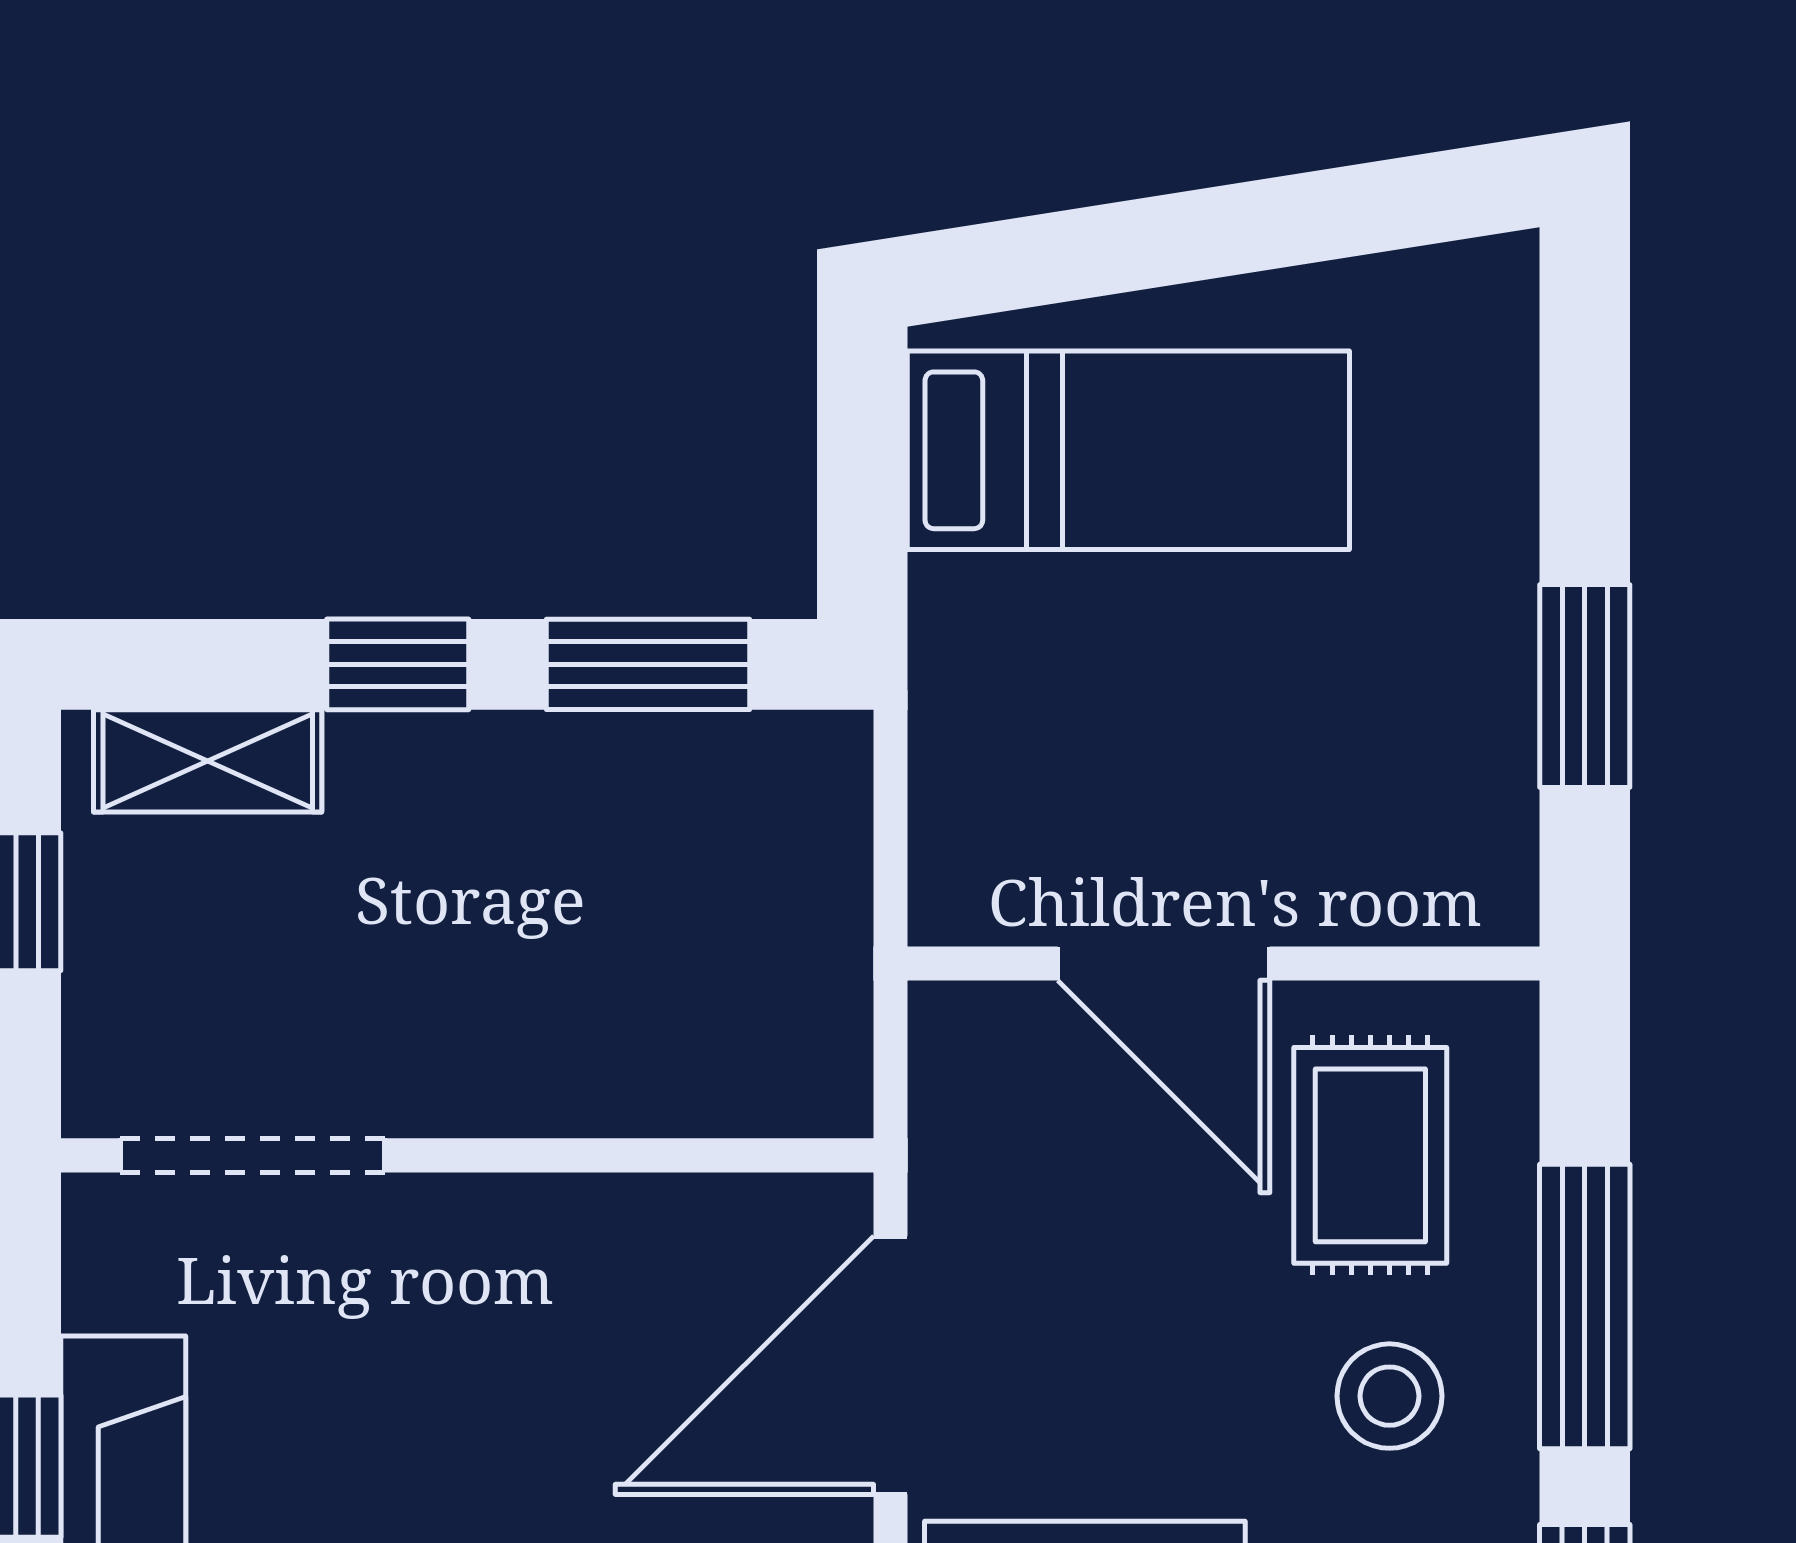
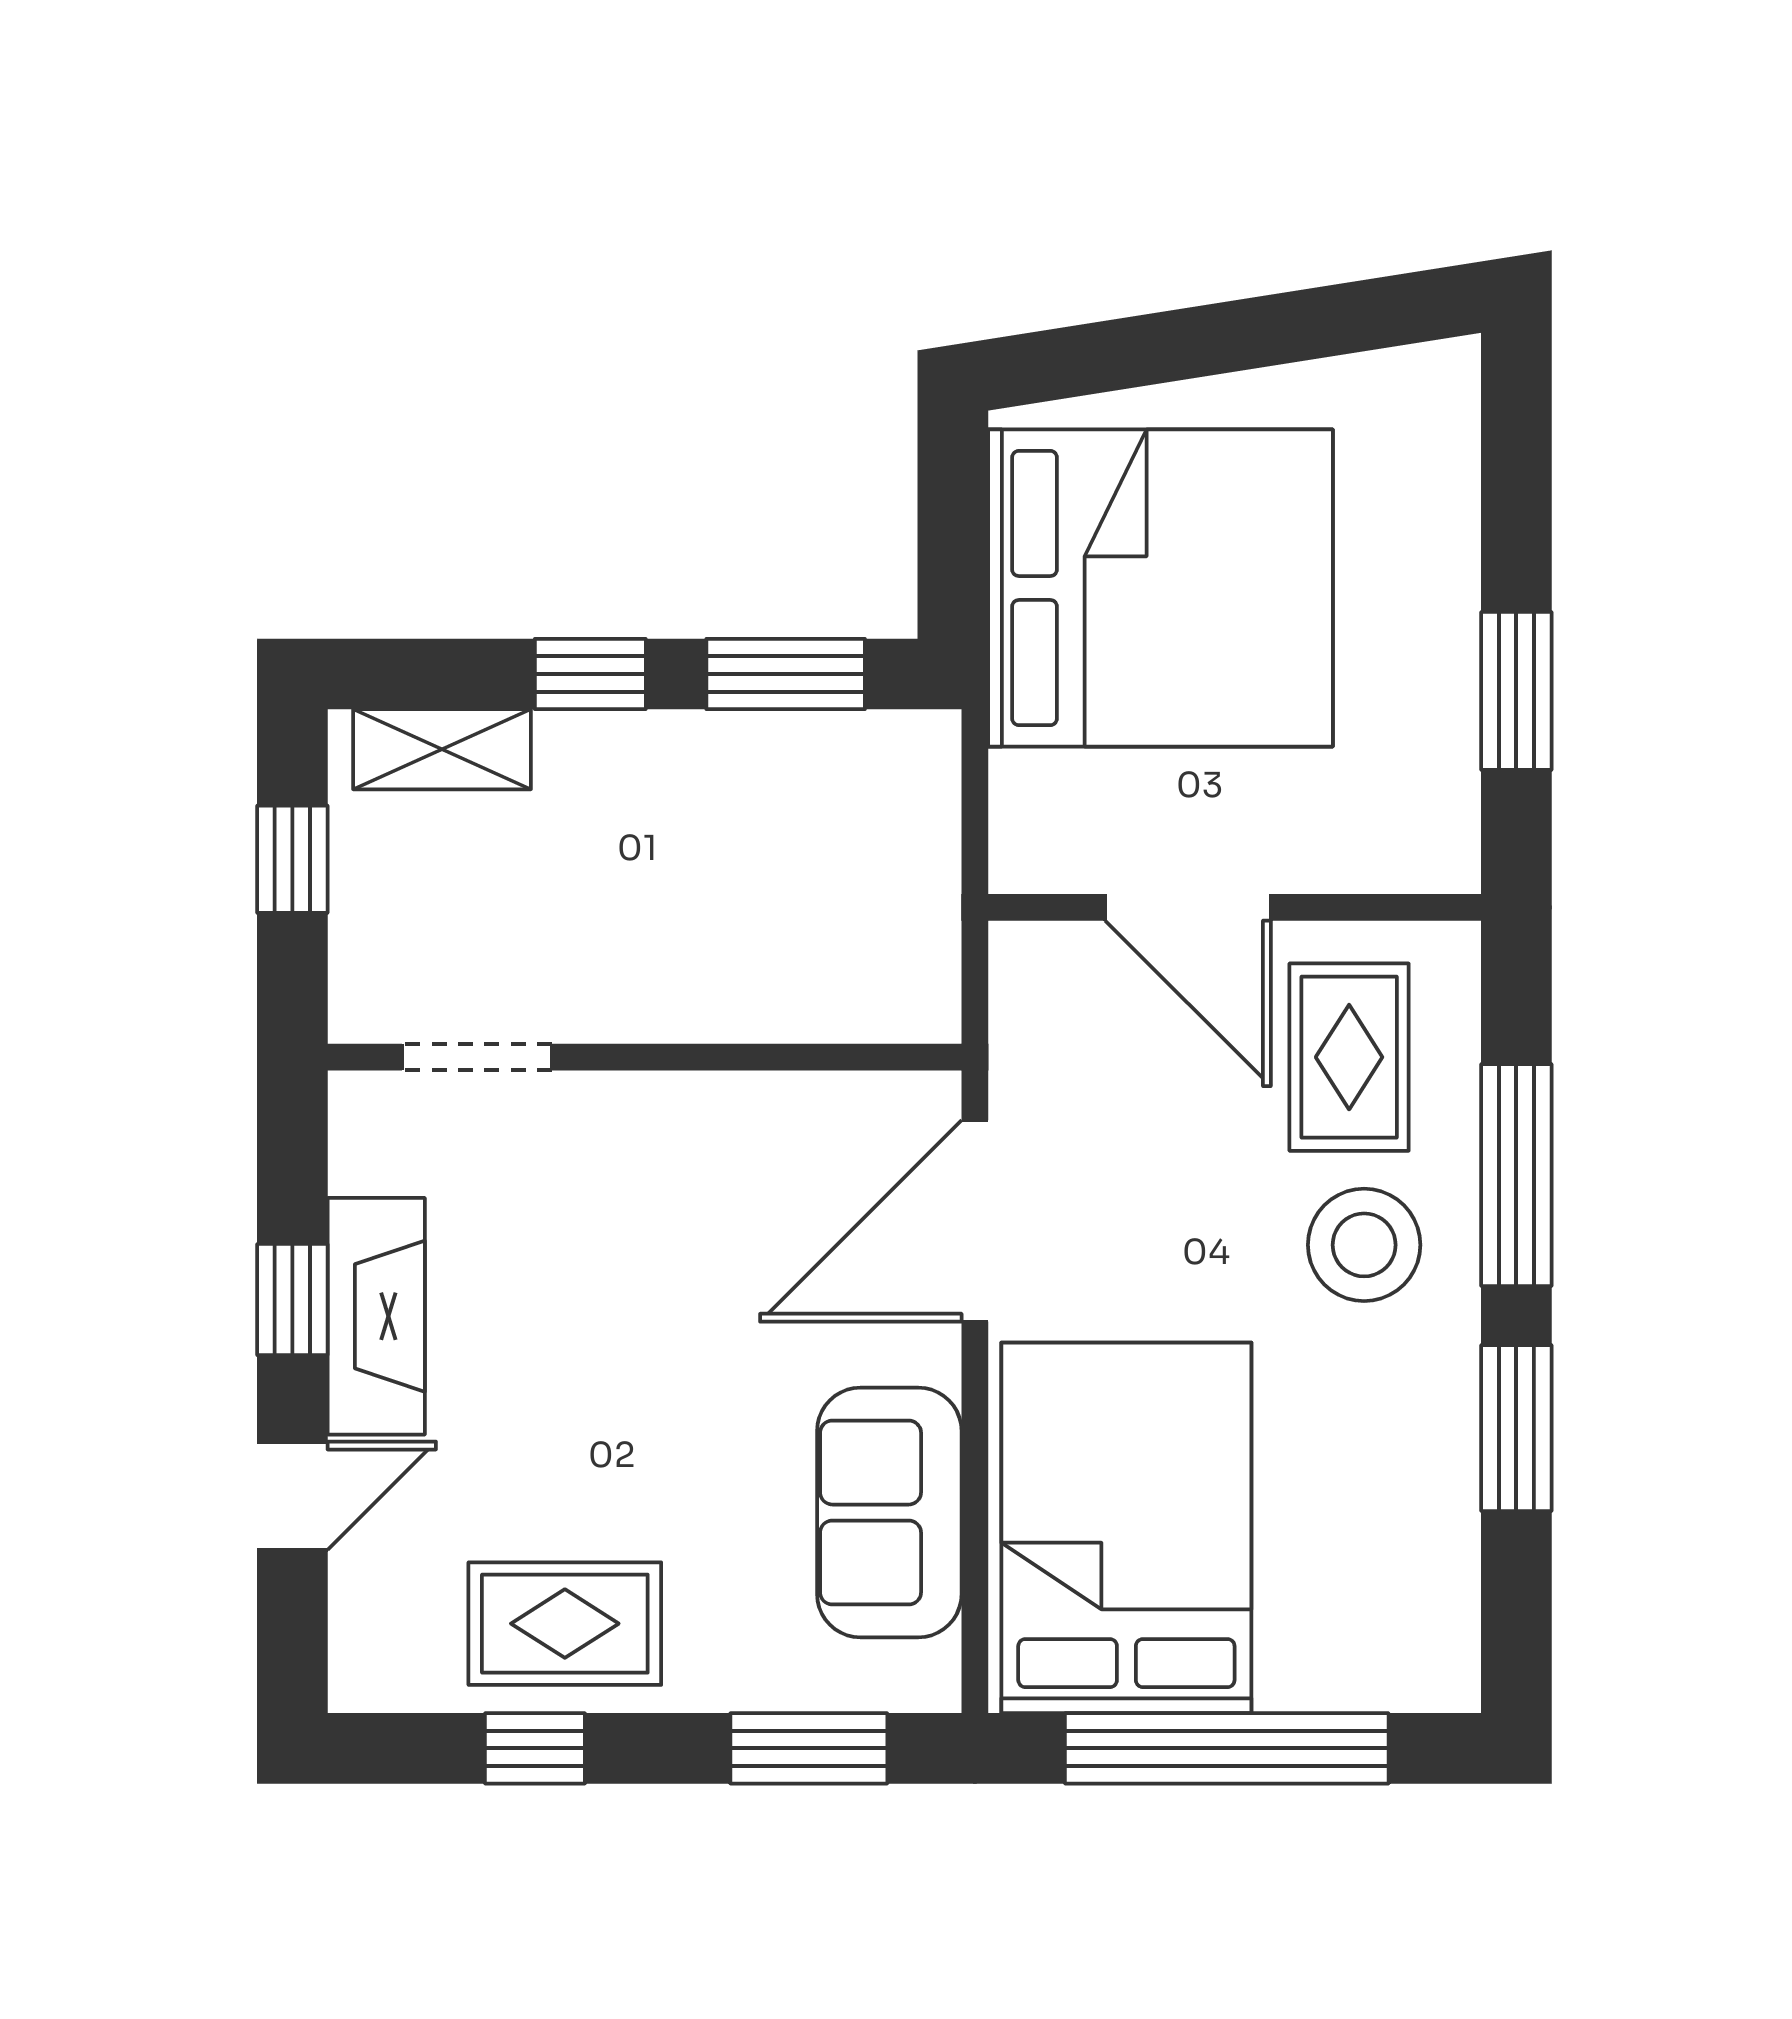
bed: (1128, 450) -> (1160, 588), width x2.04
doorway: (252, 1155) -> (477, 1057), width x0.73
stool: (1389, 1396) -> (1364, 1245), width x1.38, depth x1.38

